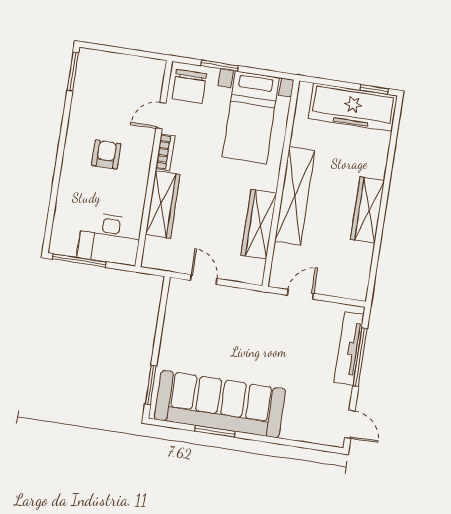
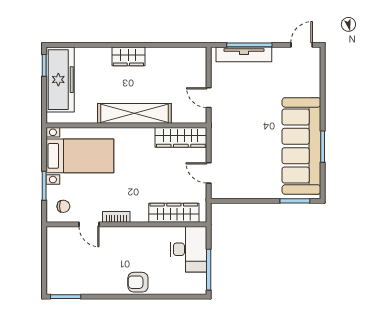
chair: (189, 86) -> (63, 206), width x0.54, depth x0.54
armchair: (106, 155) -> (138, 282), moved
wardrobe: (163, 205) -> (174, 213), moved
wardrobe: (368, 210) -> (128, 56), width x0.67
wardrobe: (259, 224) -> (181, 137), moved
door: (204, 279) -> (209, 173), hinge flipped

